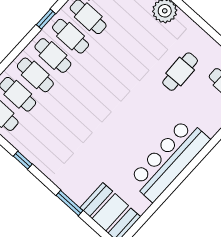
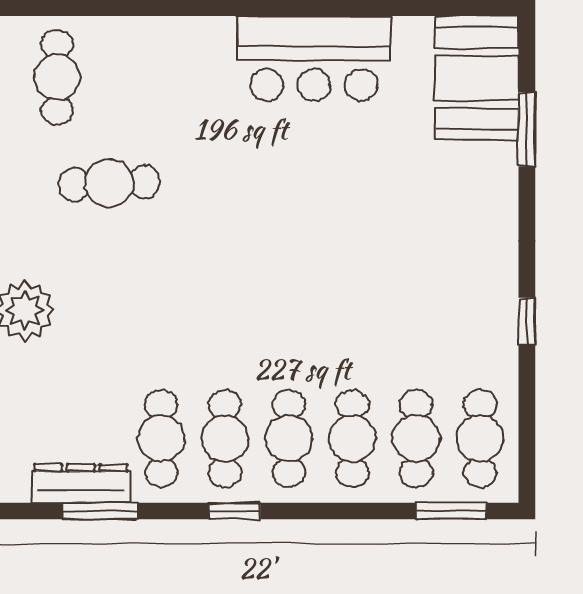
bar counter: (169, 160) -> (314, 59), width x0.73
window: (70, 203) -> (527, 129), moved

